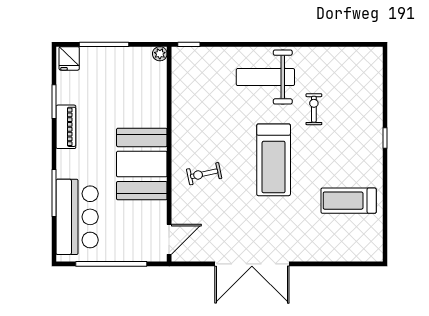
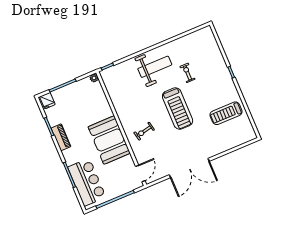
weight bench: (265, 77) -> (155, 67), turned 180

